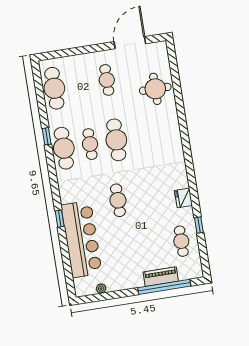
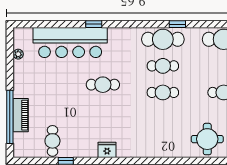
cafe table: (116, 140) -> (163, 92), width x0.73, depth x0.74
fridge: (183, 198) -> (107, 150), moved
cafe table: (181, 241) -> (52, 141), turned 90

